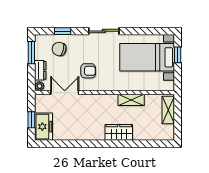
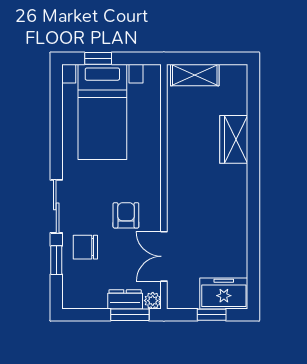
sliding door: (104, 31) -> (56, 206), moved
chair: (59, 49) -> (85, 247), moved, turned 75
window: (31, 53) -> (130, 315), moved
shelving: (131, 100) -> (177, 140), removed
wardrobe: (119, 132) -> (234, 139), moved

